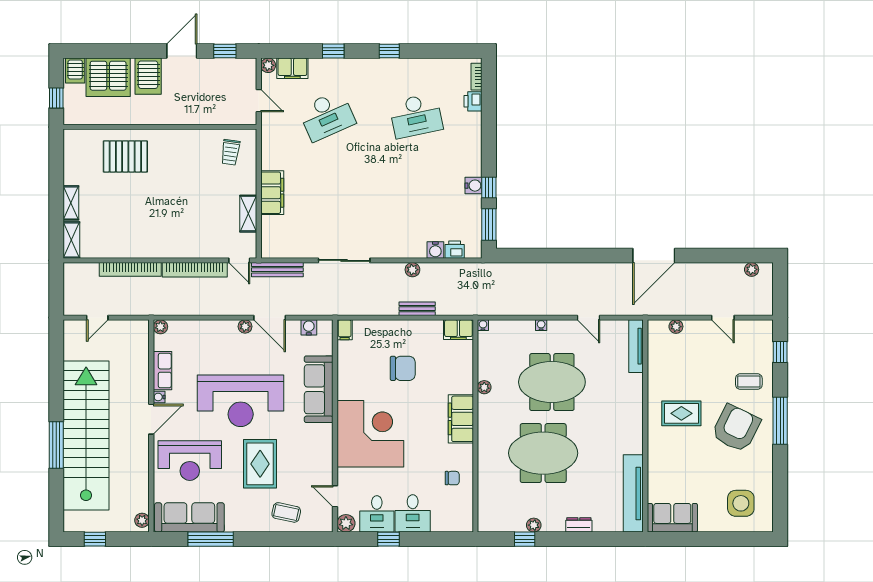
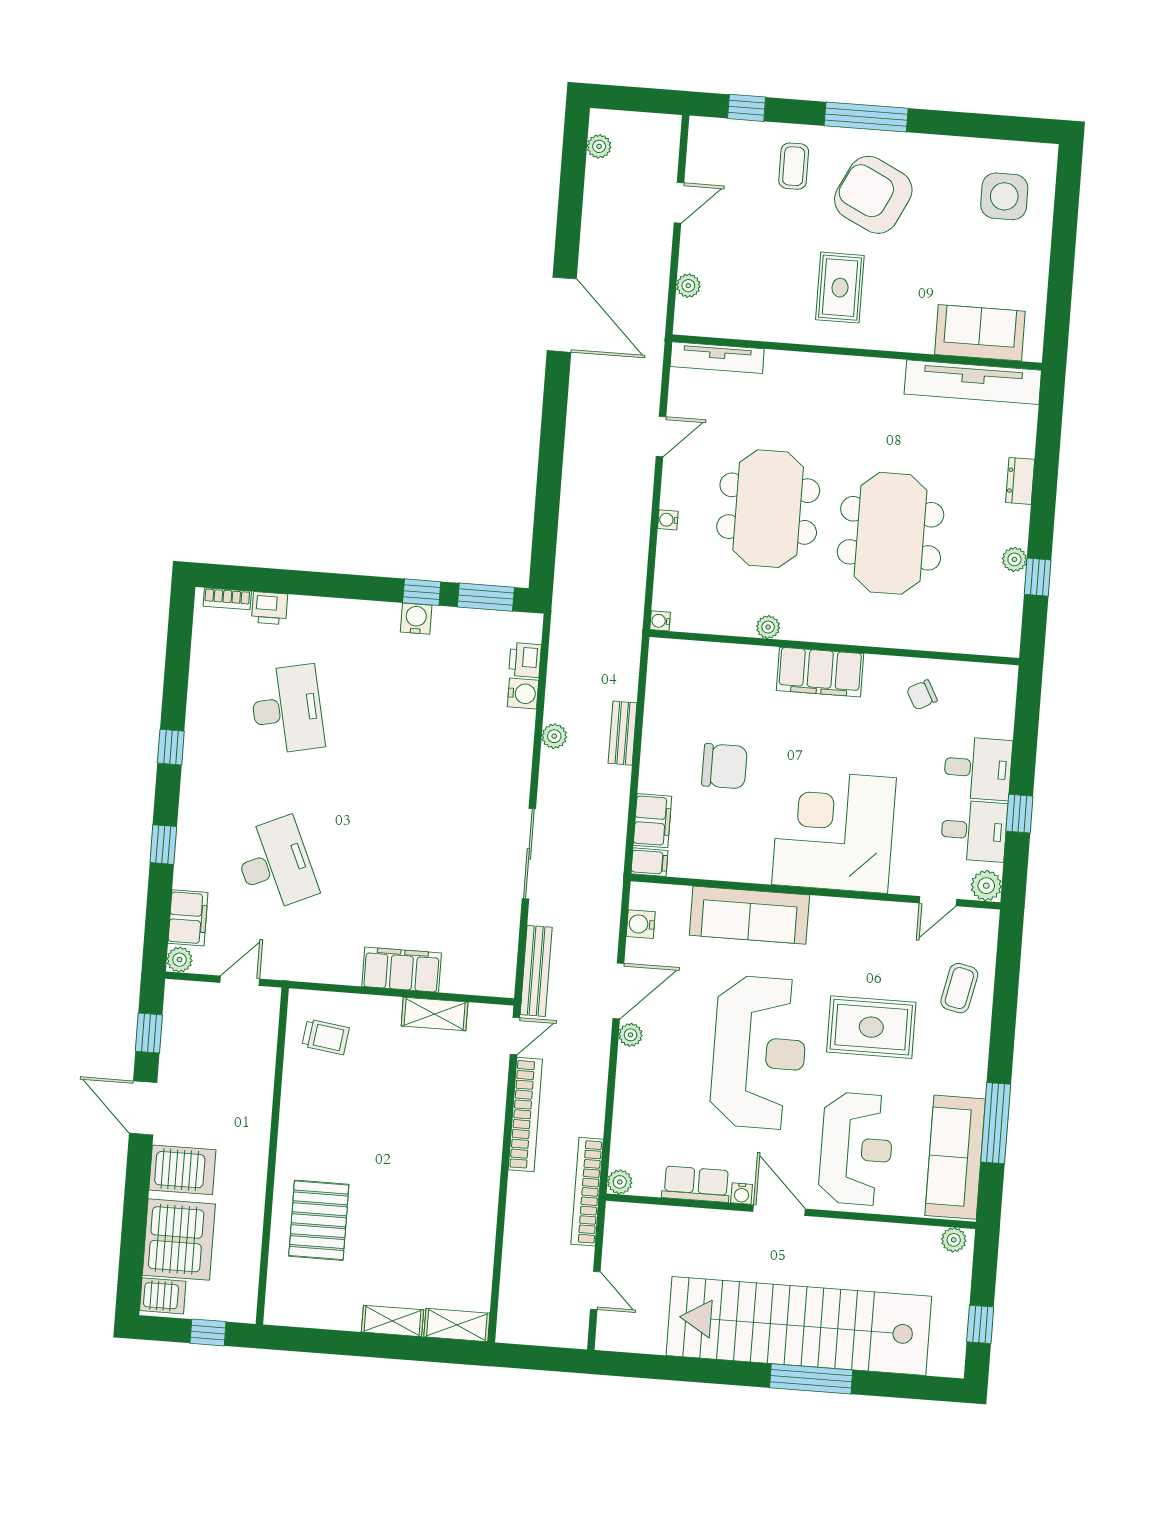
bookcase: (130, 269) -> (587, 1192), moved, turned 180
filing cabinet: (458, 330) -> (652, 821), moved
chair: (403, 368) -> (724, 766), turned 90
chair: (452, 478) -> (922, 695), turned -118
sofa: (672, 518) -> (980, 333), moved, turned 90

